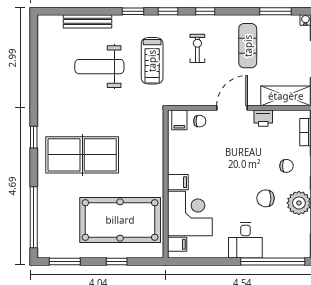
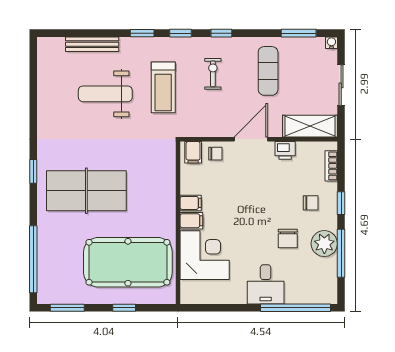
chair: (266, 198) -> (288, 238), turned -90
filing cabinet: (177, 244) -> (191, 203), moved

